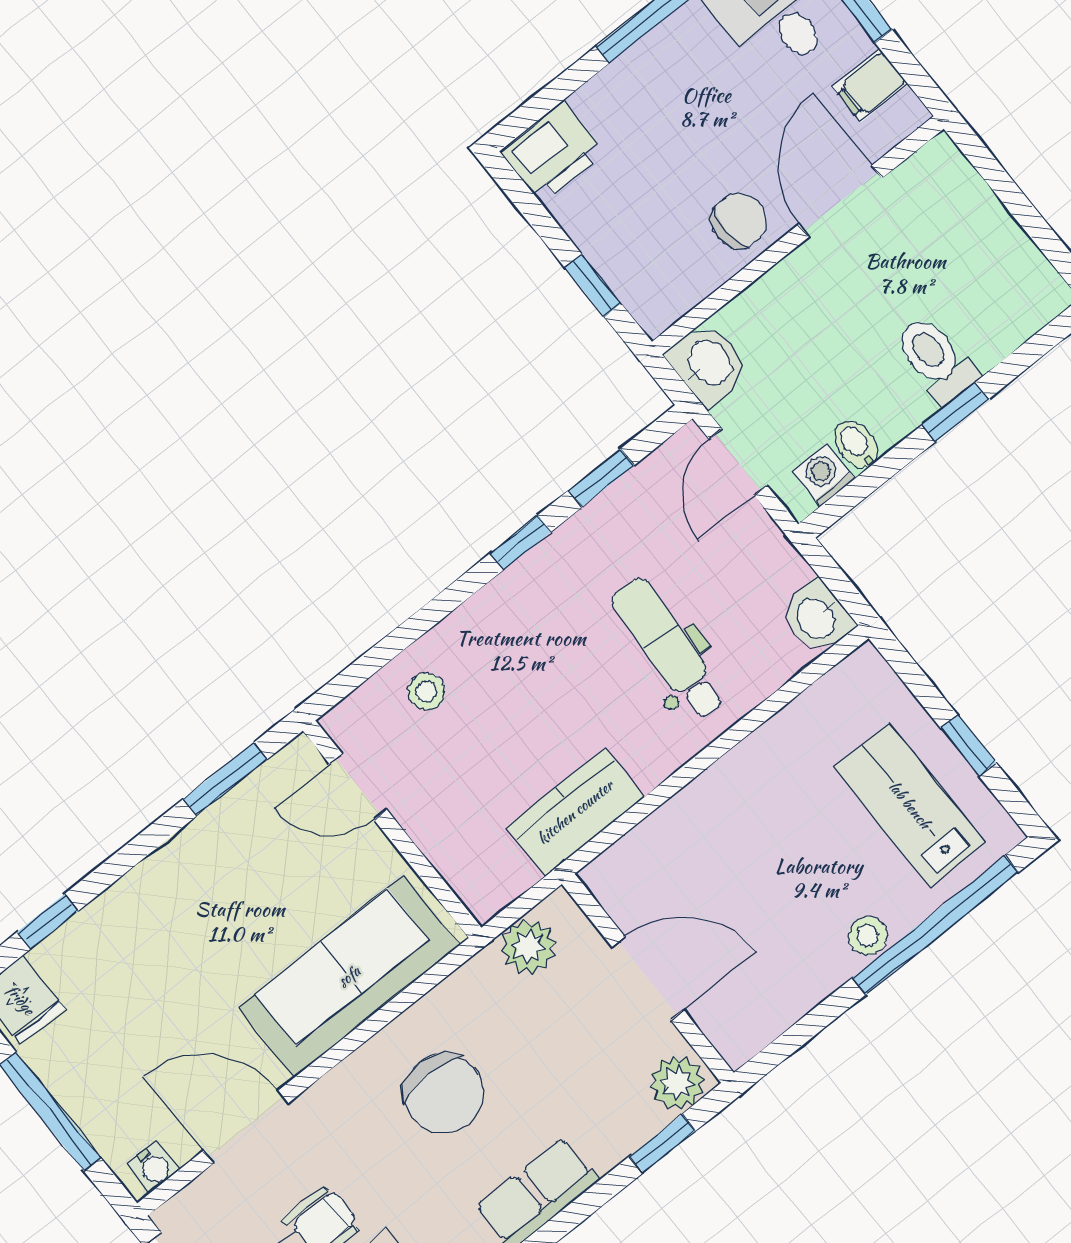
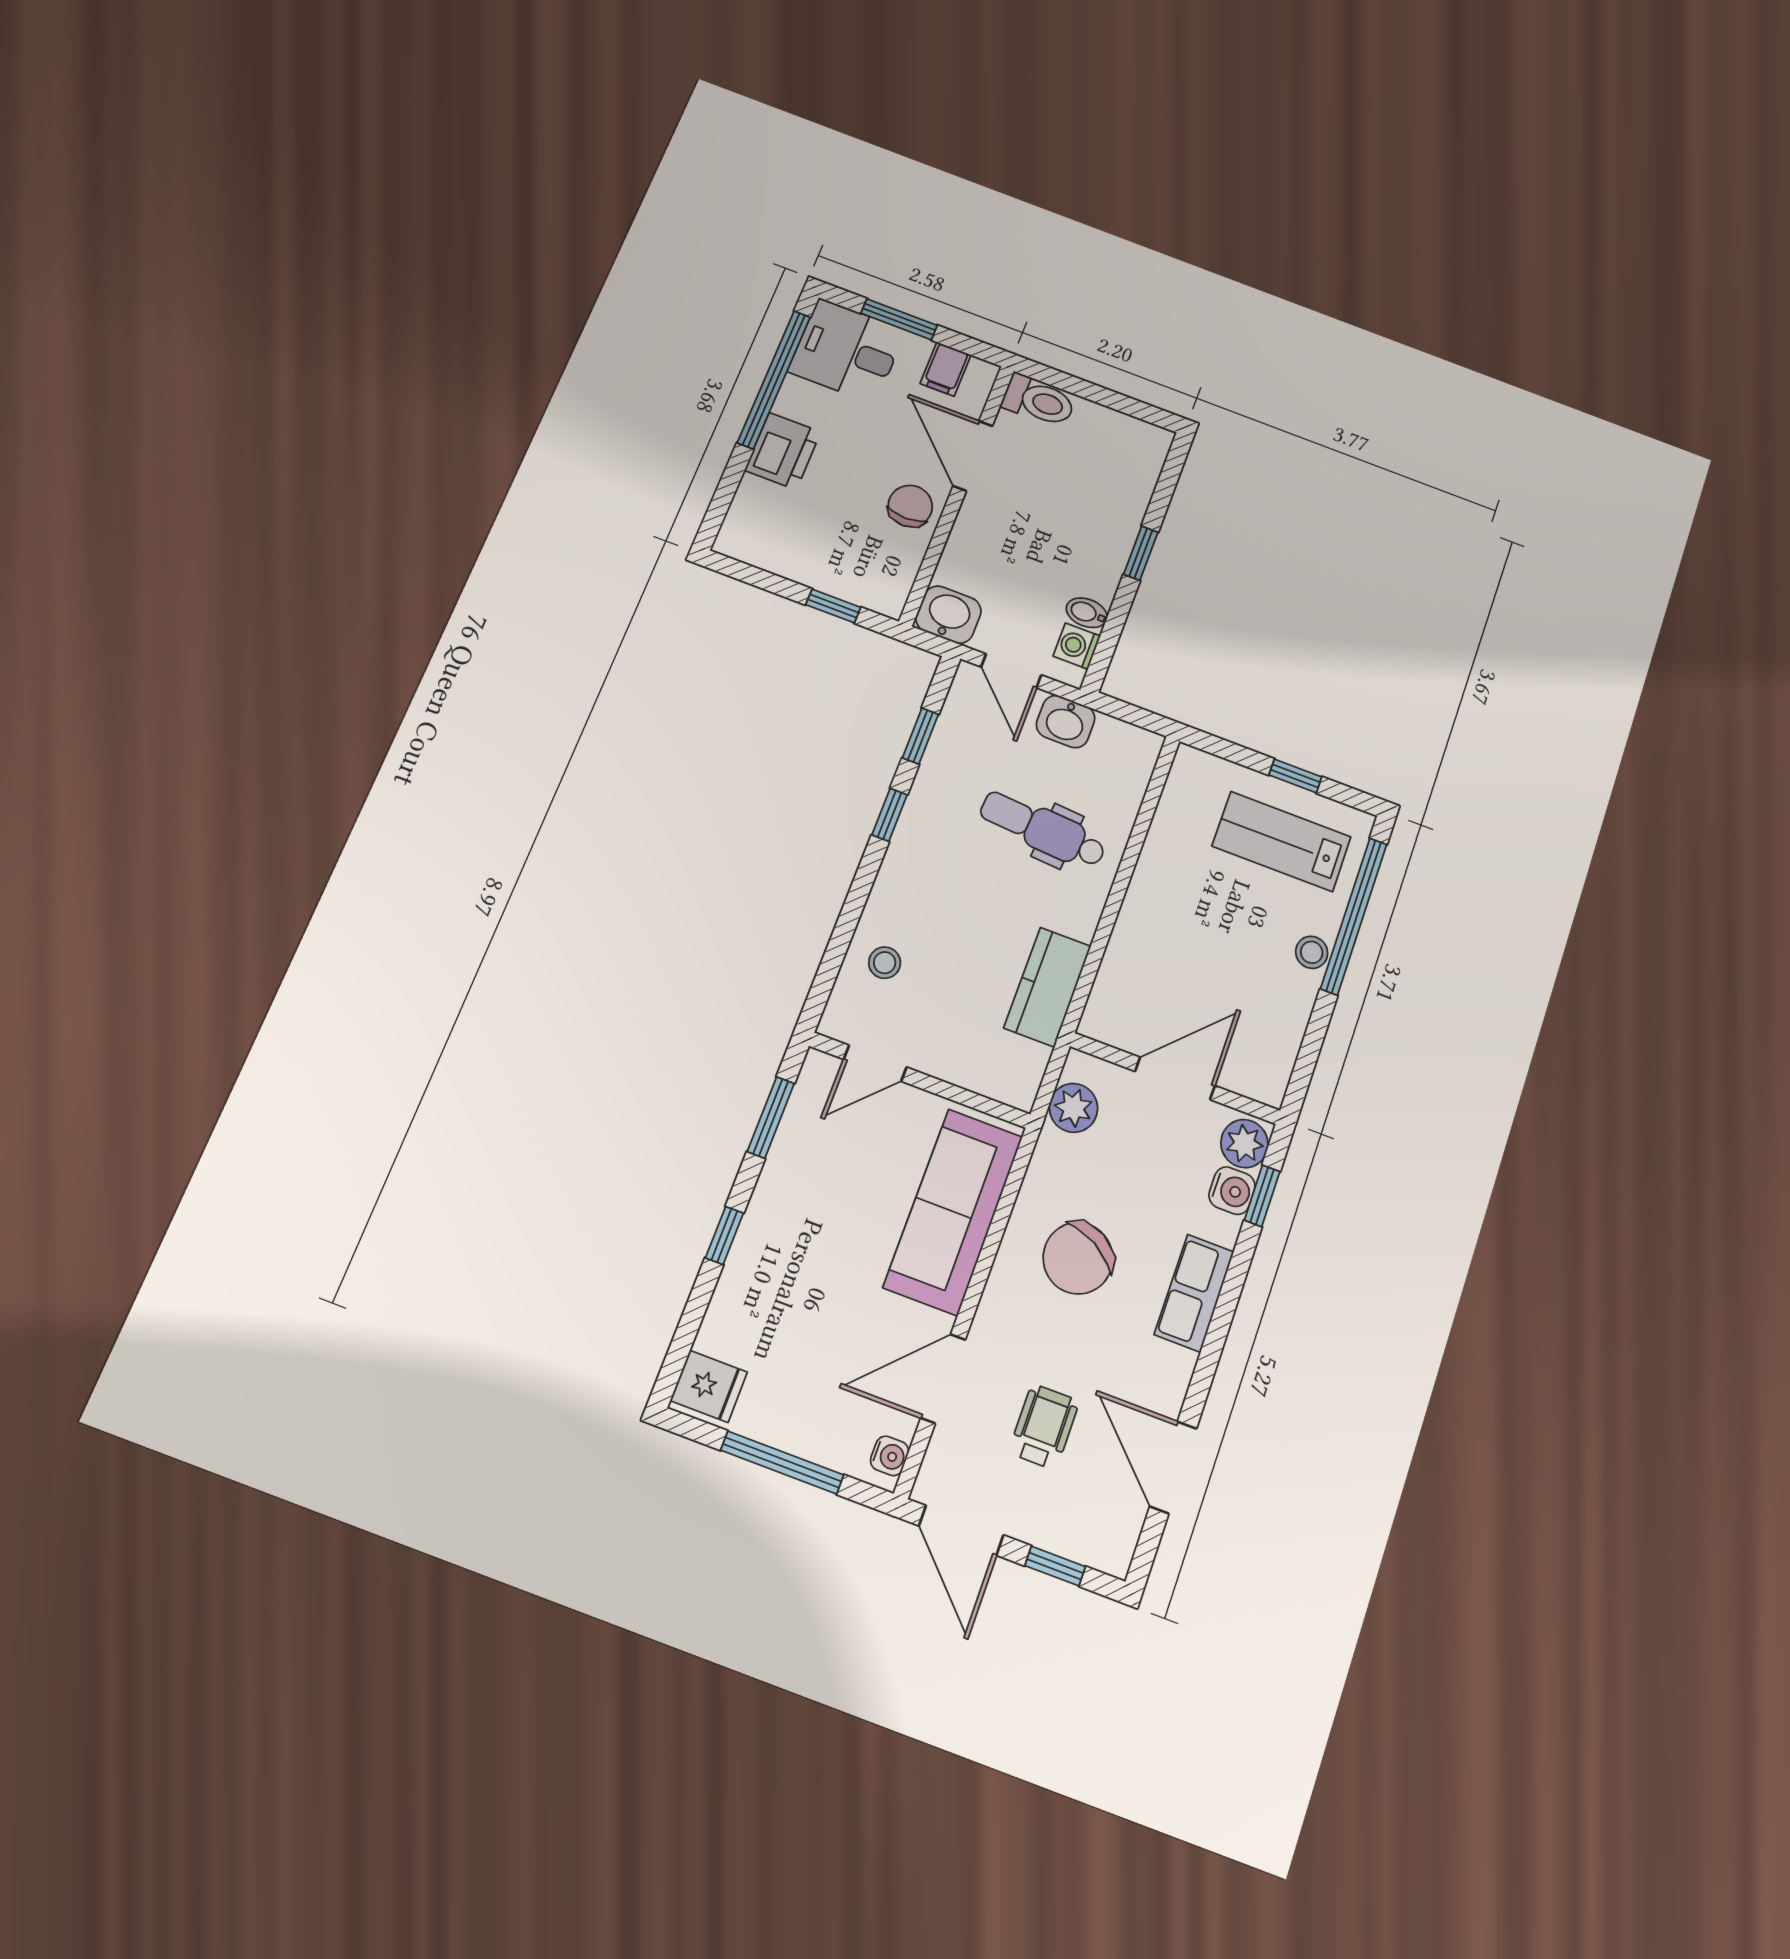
printer: (553, 152) -> (783, 451), moved
toilet: (936, 359) -> (1039, 401), moved, turned 180
washbasin: (817, 617) -> (1066, 722), moved
window: (47, 922) -> (724, 1235), moved
chair: (444, 1093) -> (1078, 1258), turned 119
water cooler: (636, 1120) -> (1232, 1191), added

